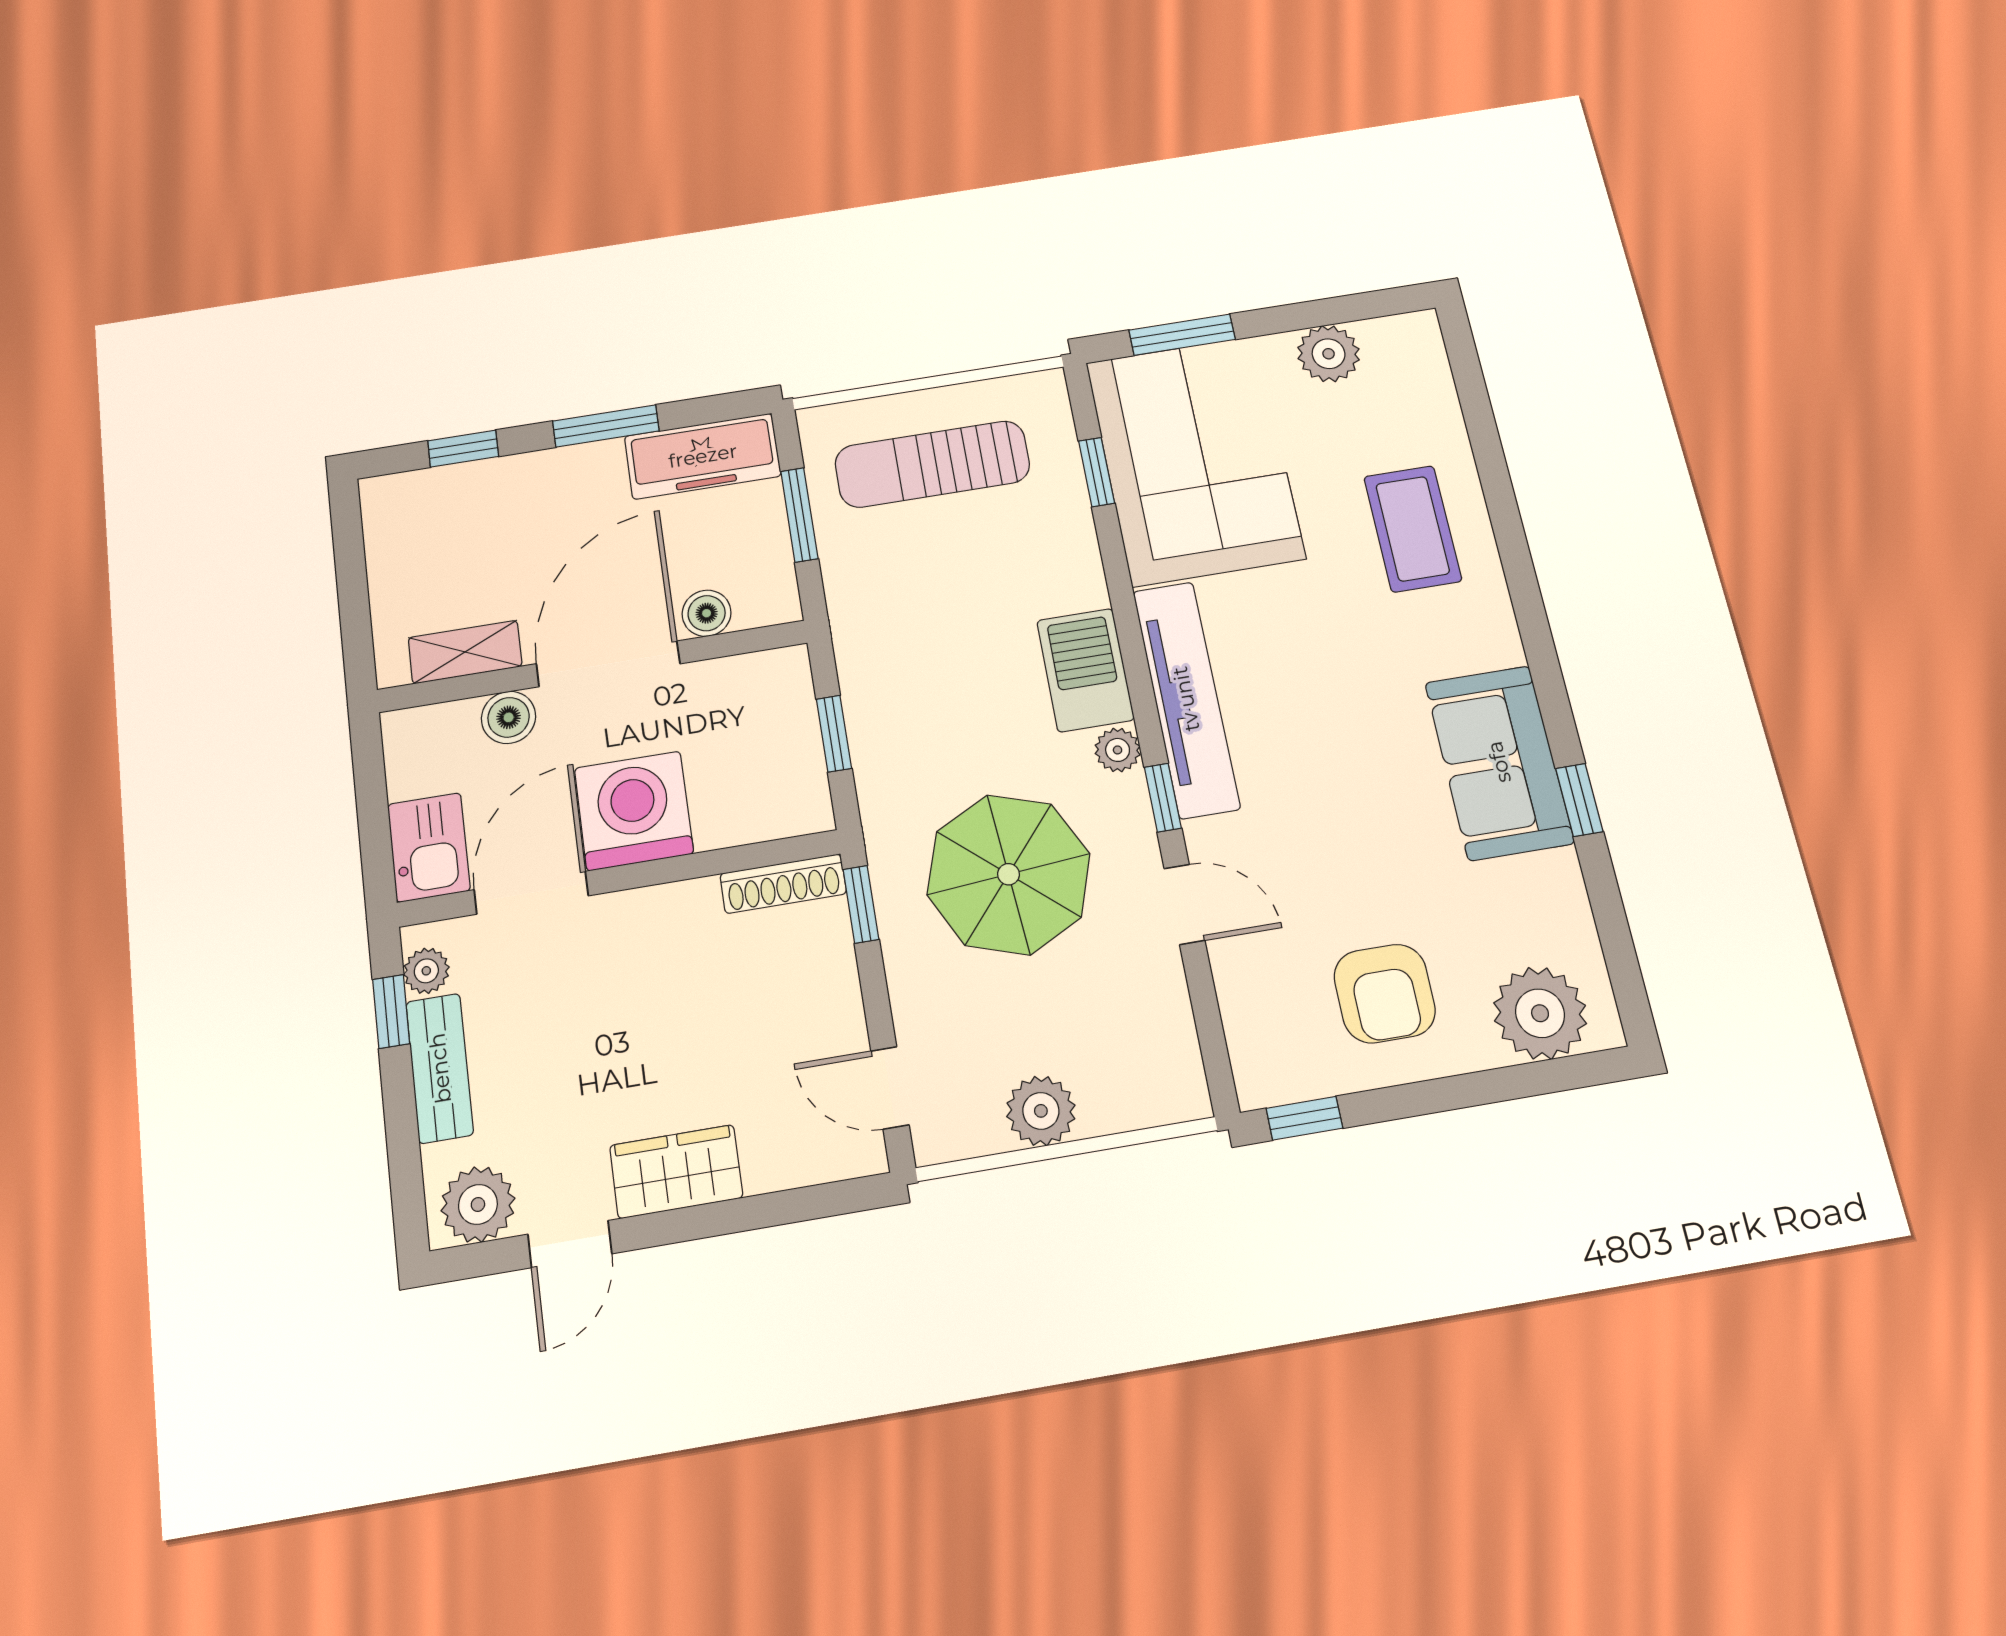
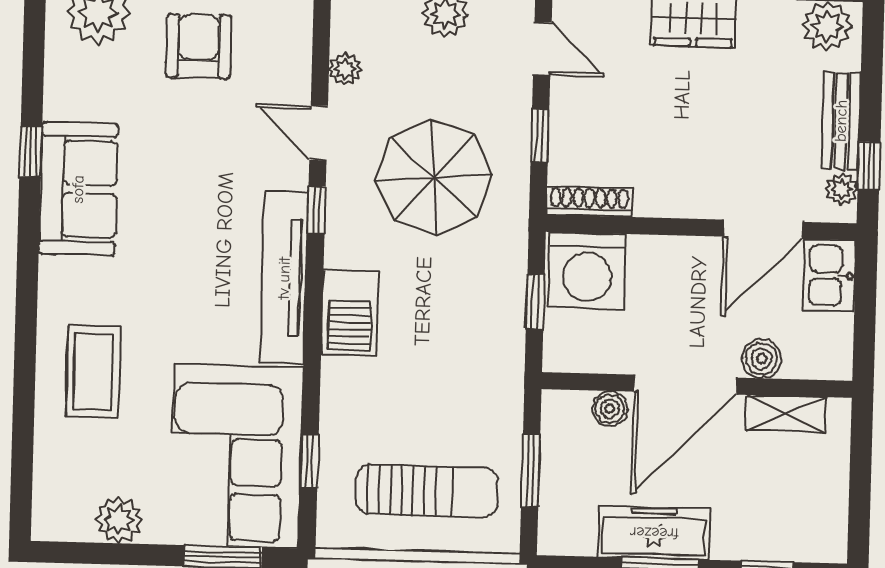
freezer: (703, 456) -> (654, 533), moved
plant: (1118, 750) -> (345, 69), moved
washing machine: (634, 811) -> (587, 271), moved
window: (861, 904) -> (540, 136), moved

